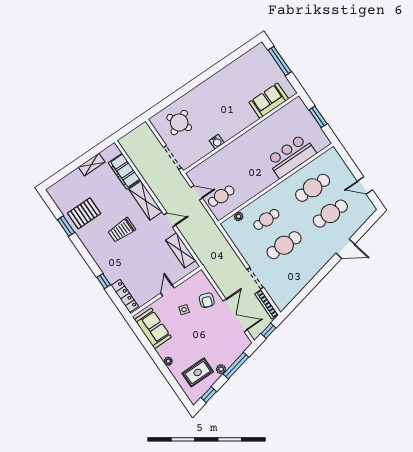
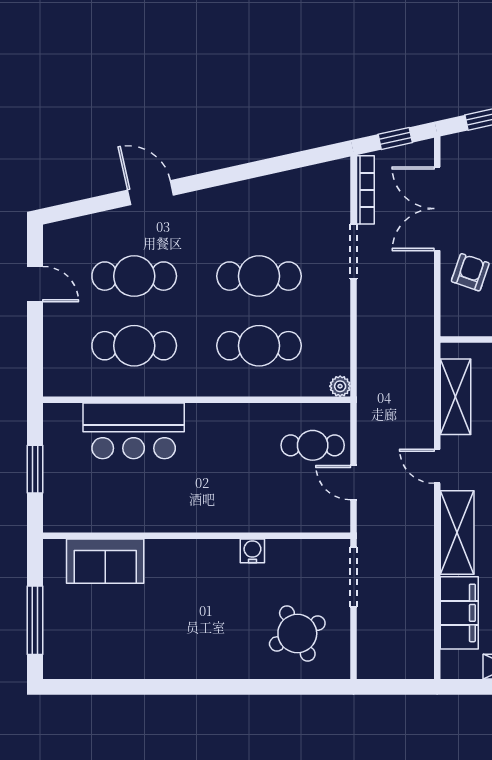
plant: (239, 216) -> (340, 386), moved
cafe table: (266, 219) -> (259, 346), width x1.37, depth x1.35

